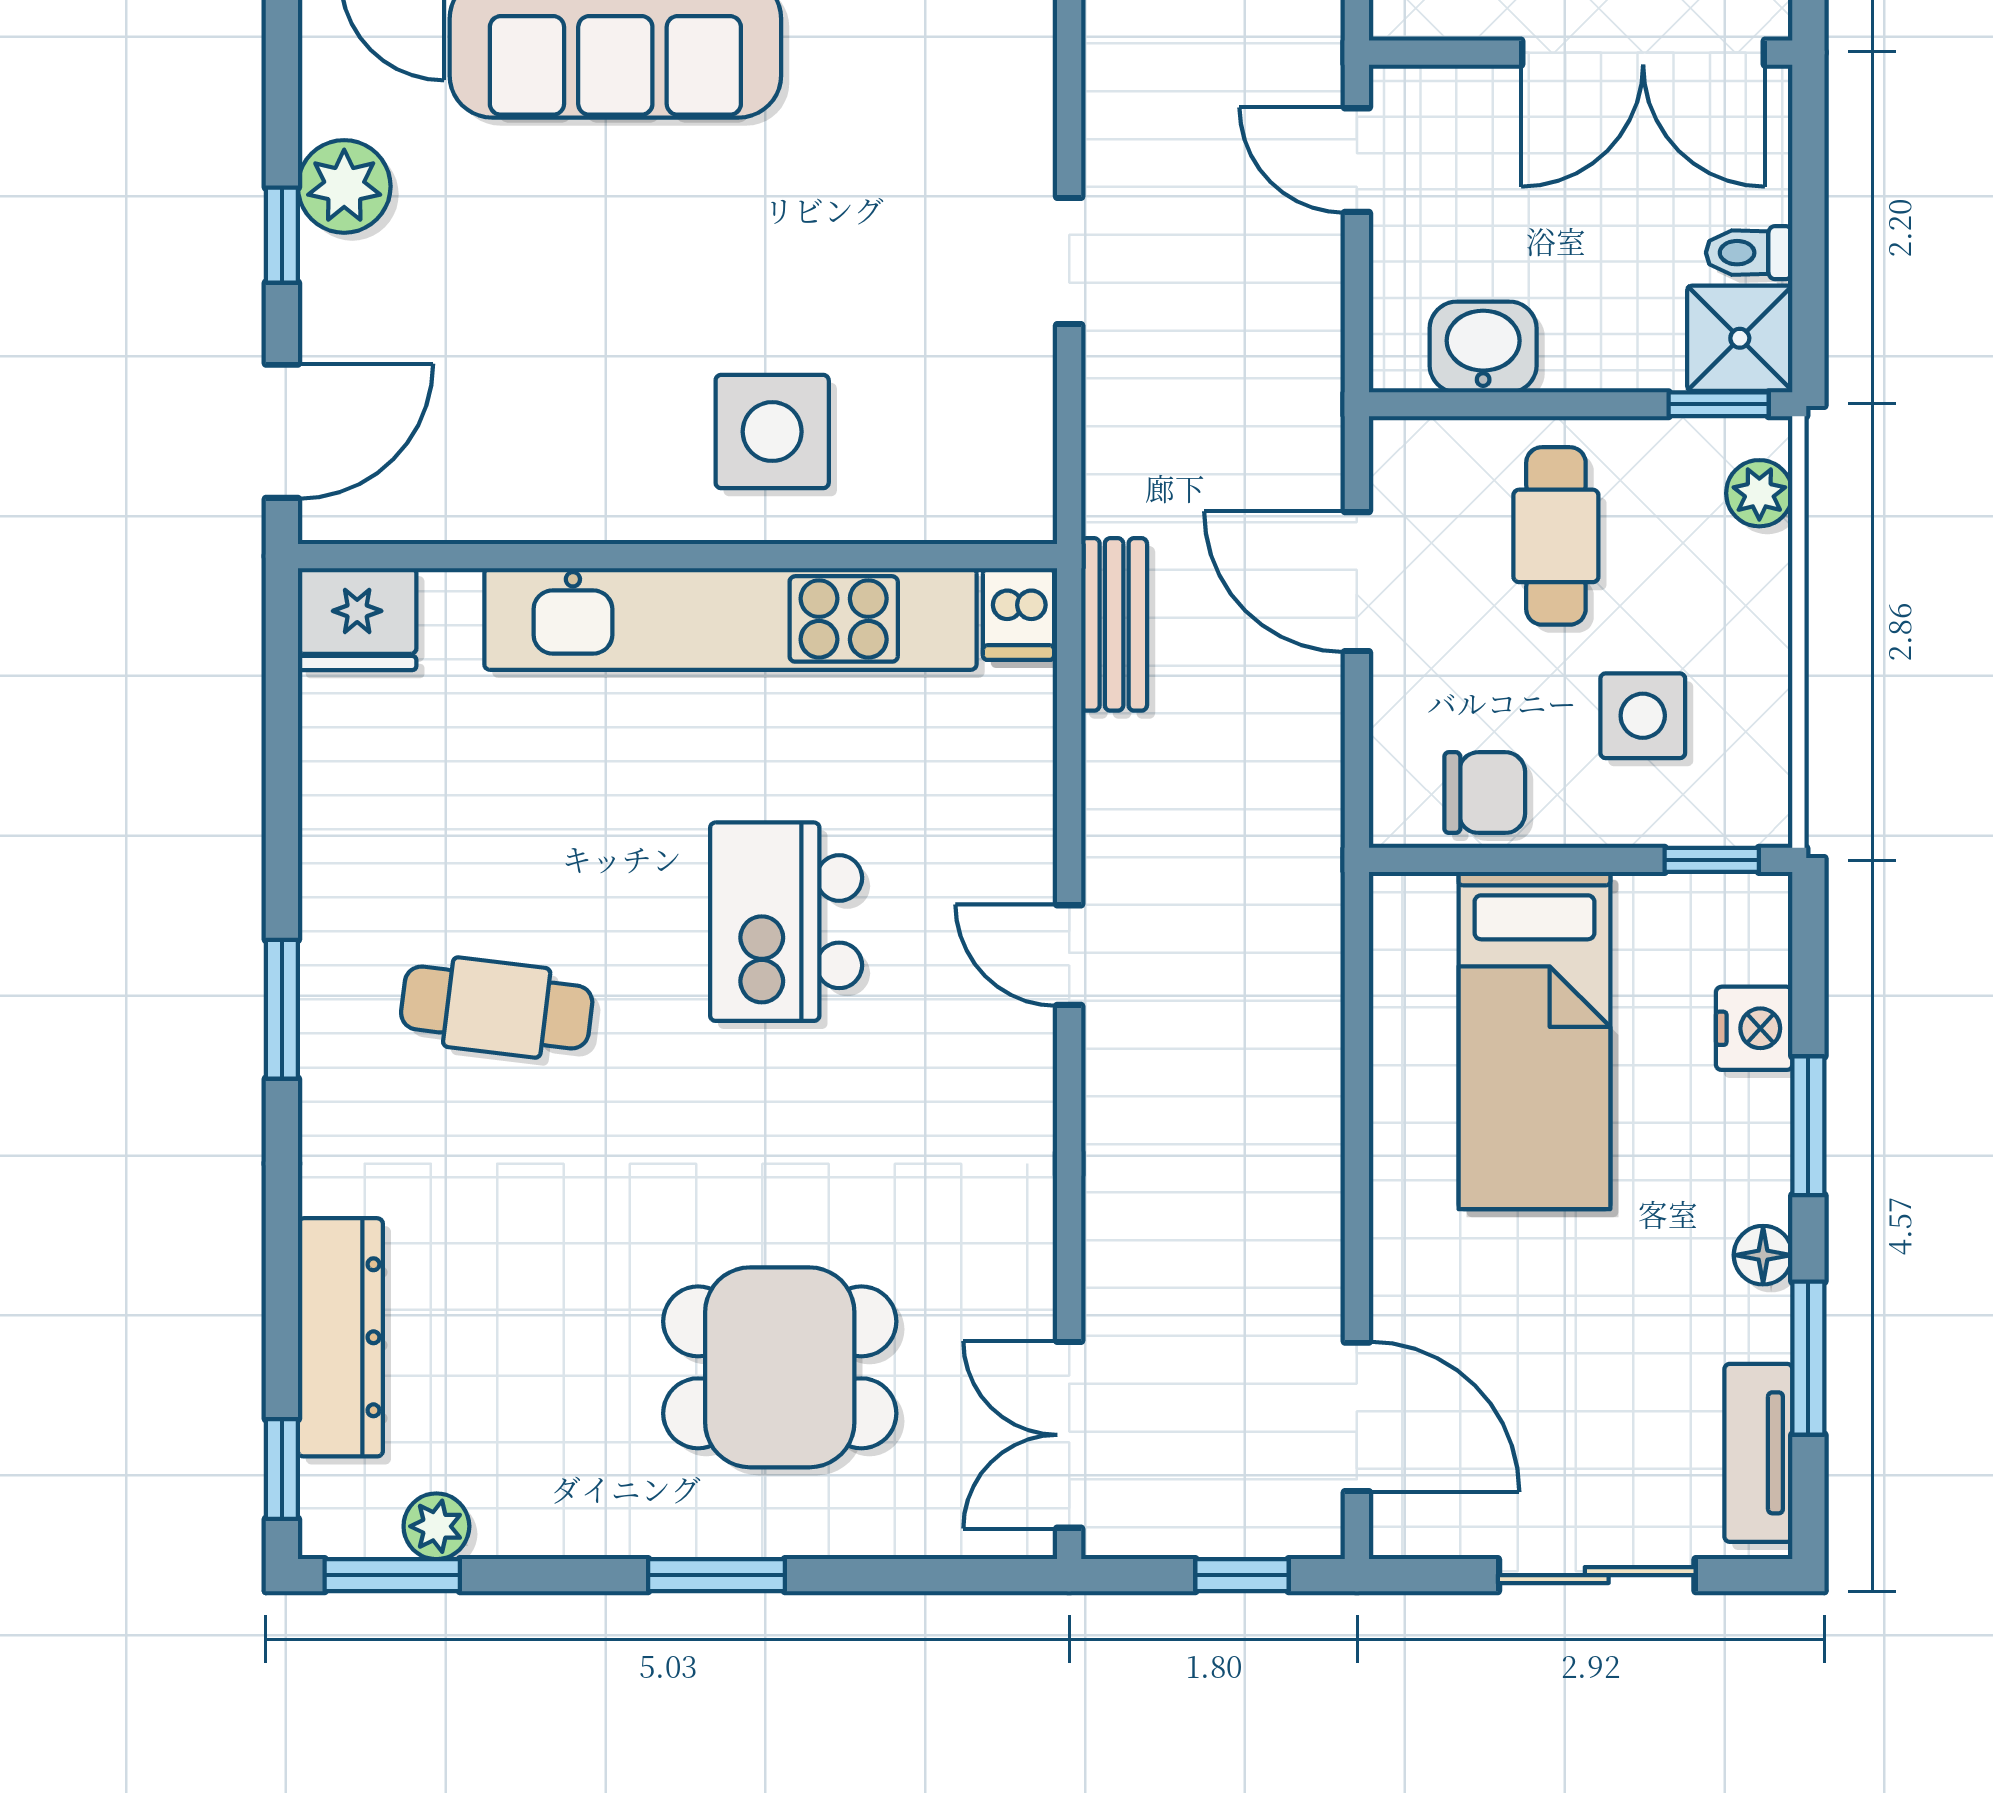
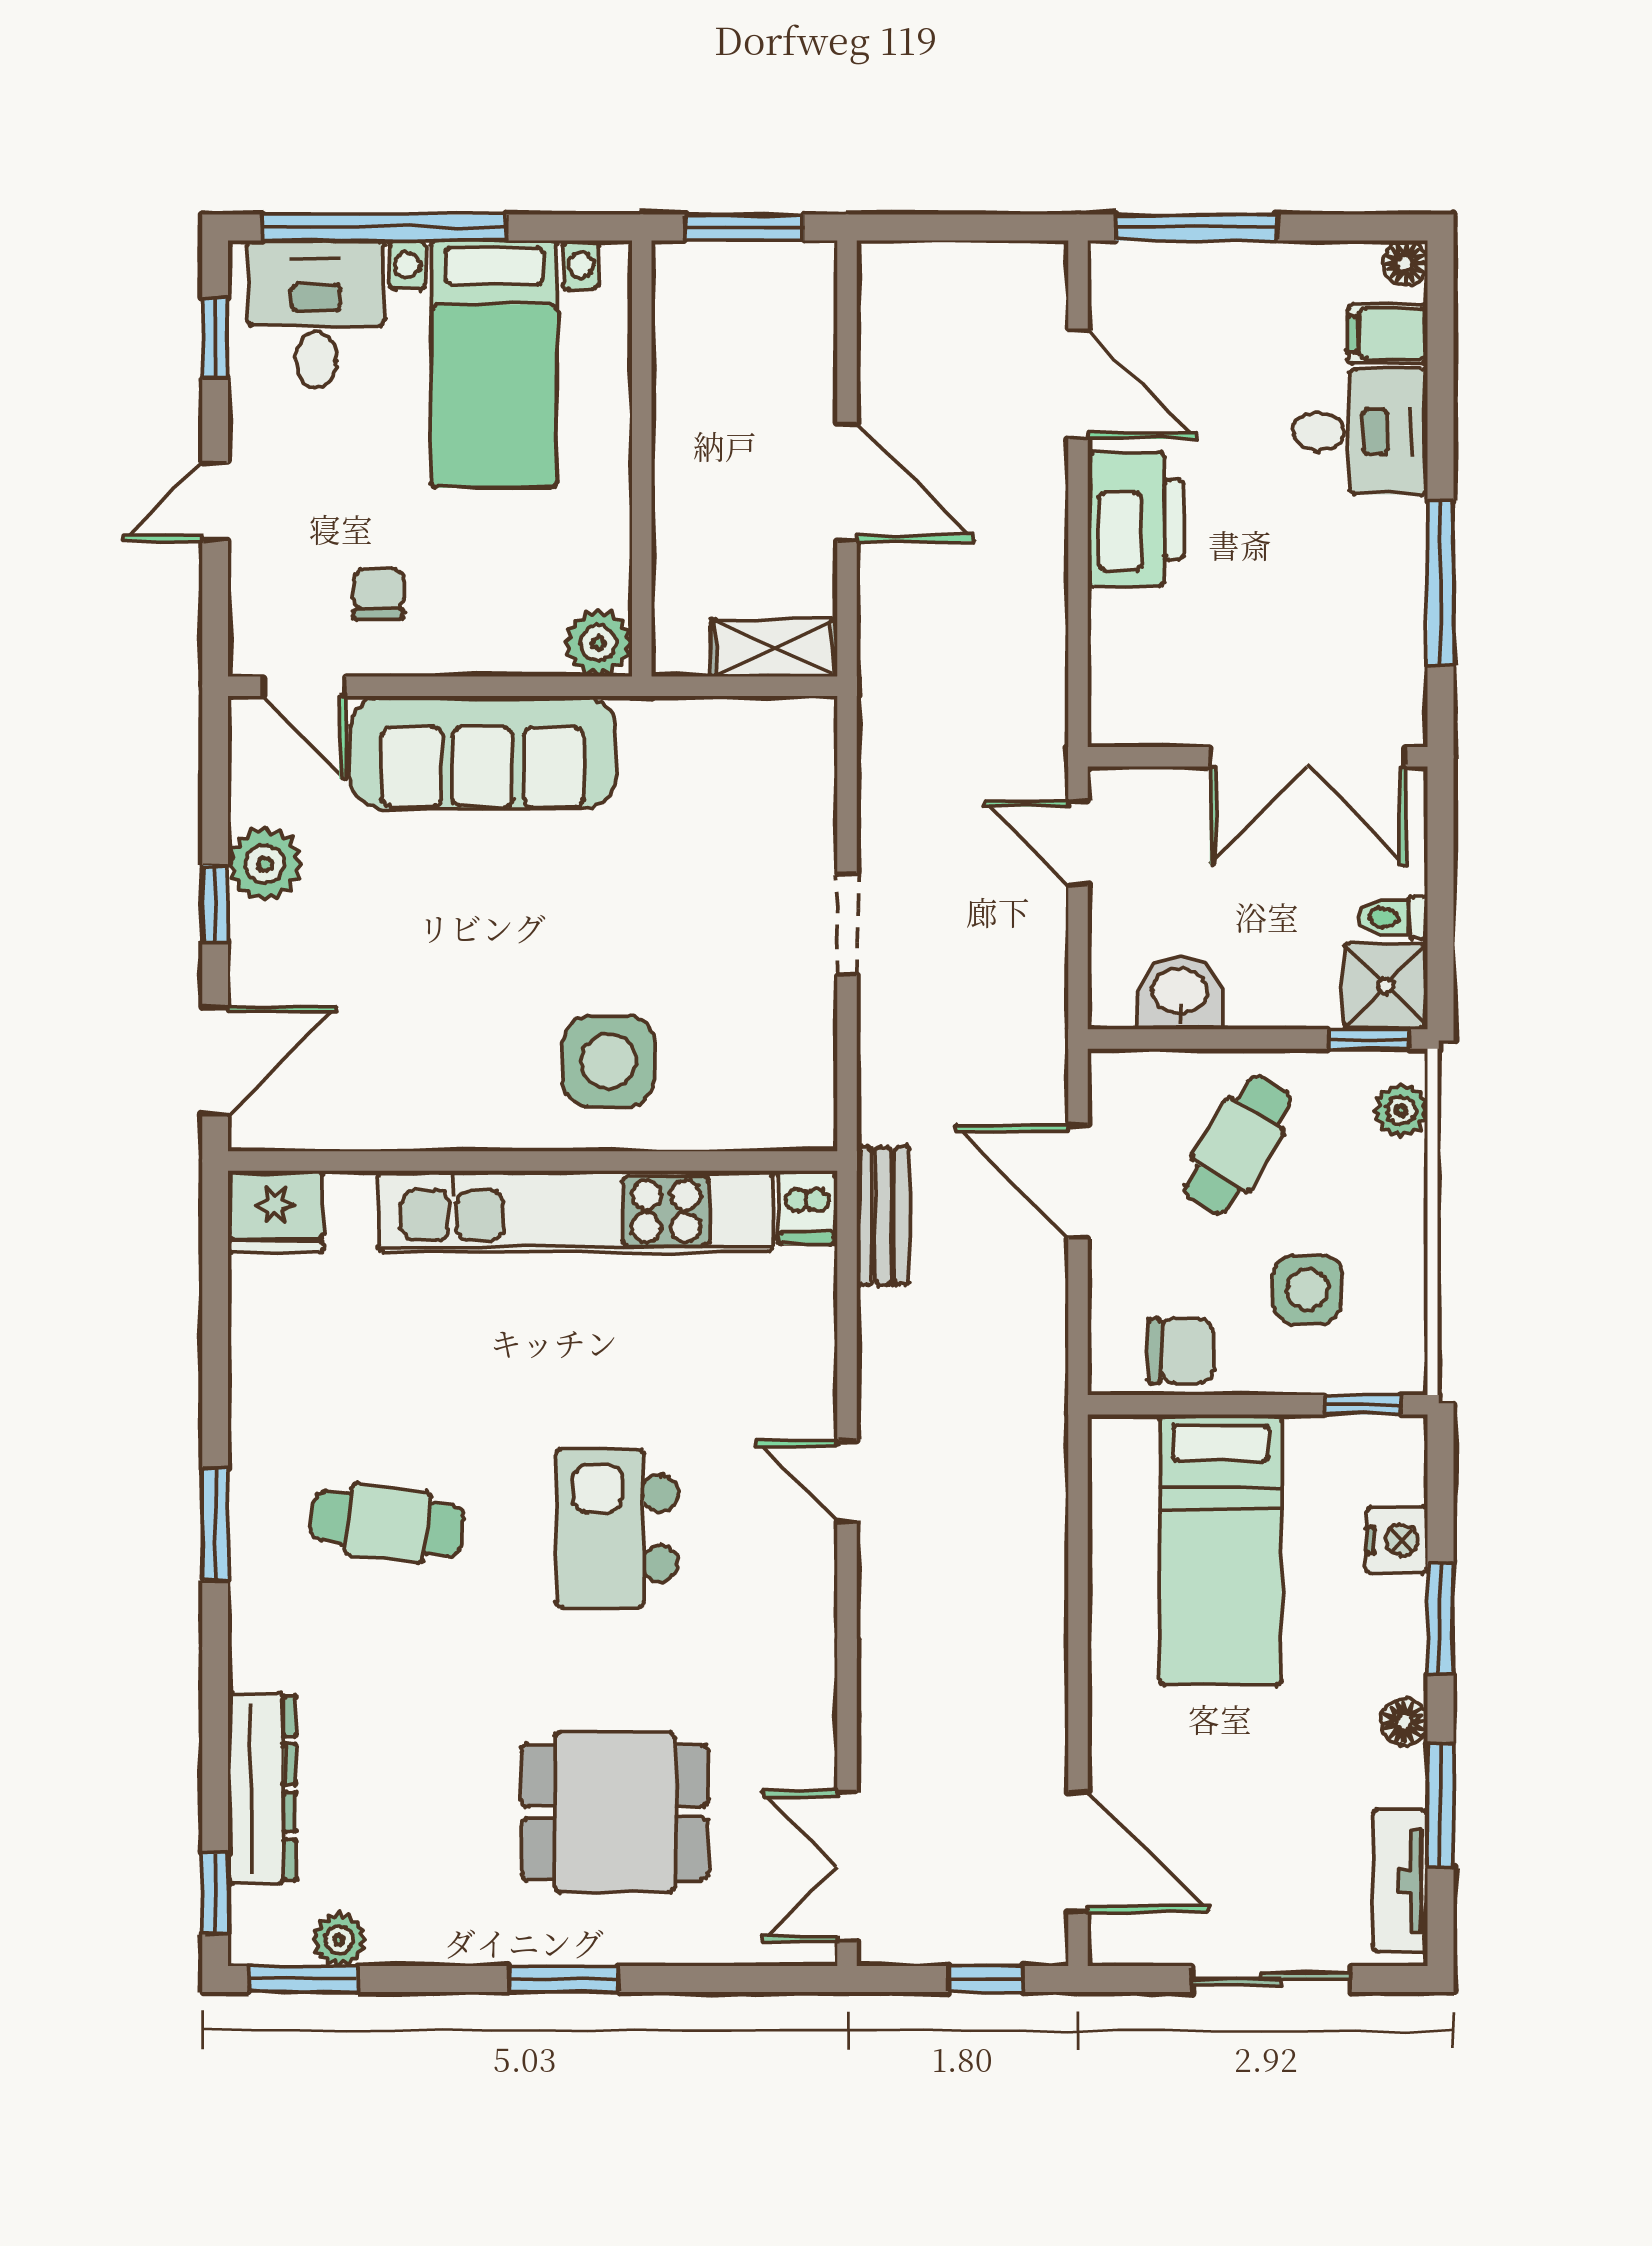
cafe table: (1556, 536) -> (1238, 1145), turned 31
kitchen island: (786, 922) -> (617, 1528), moved

